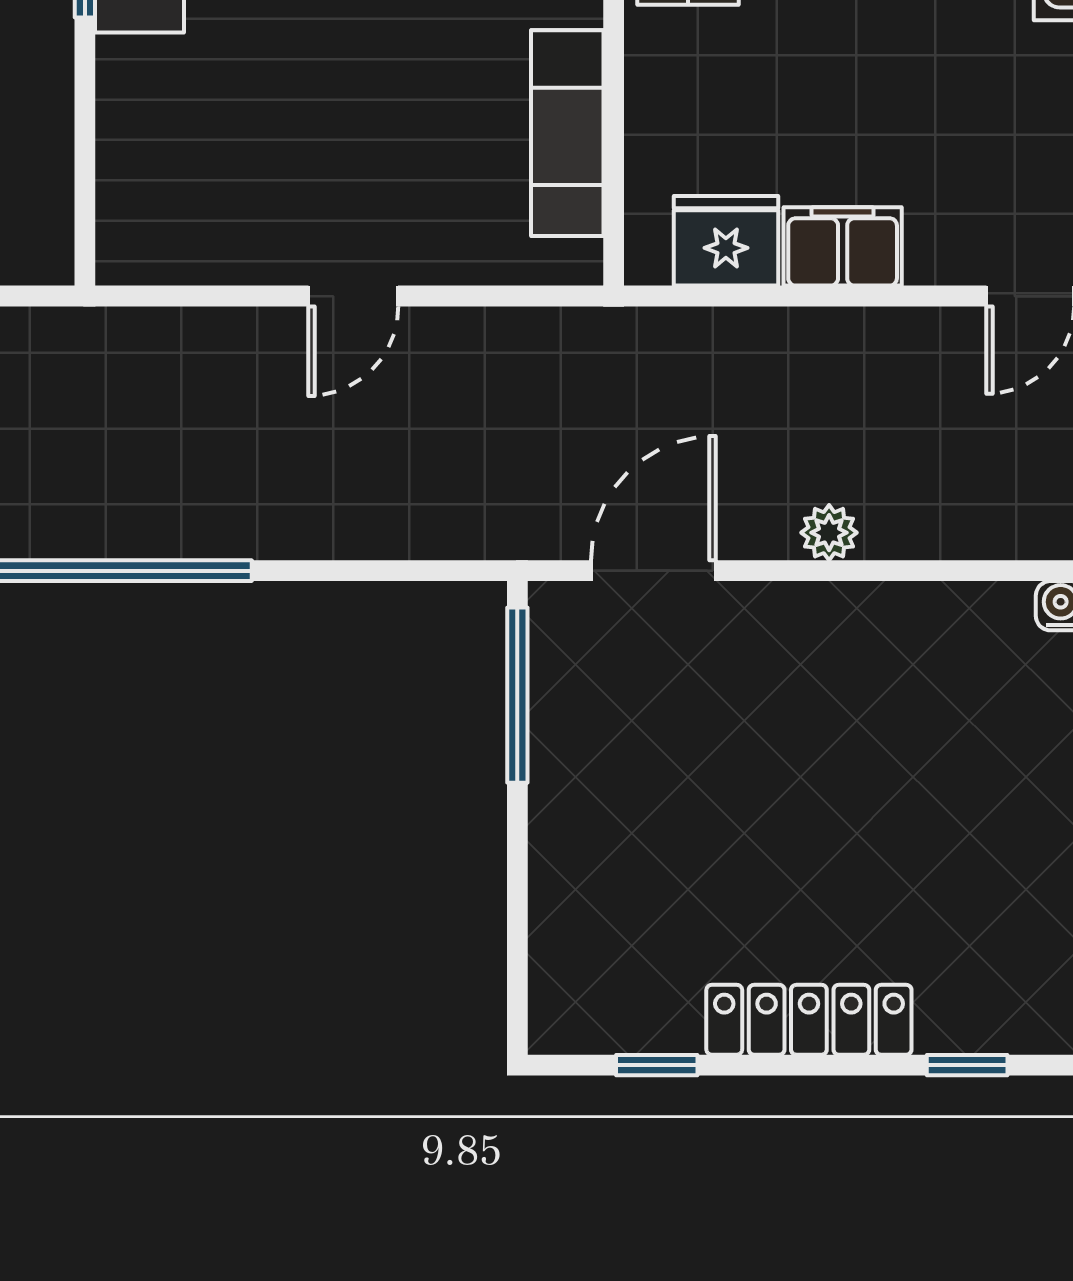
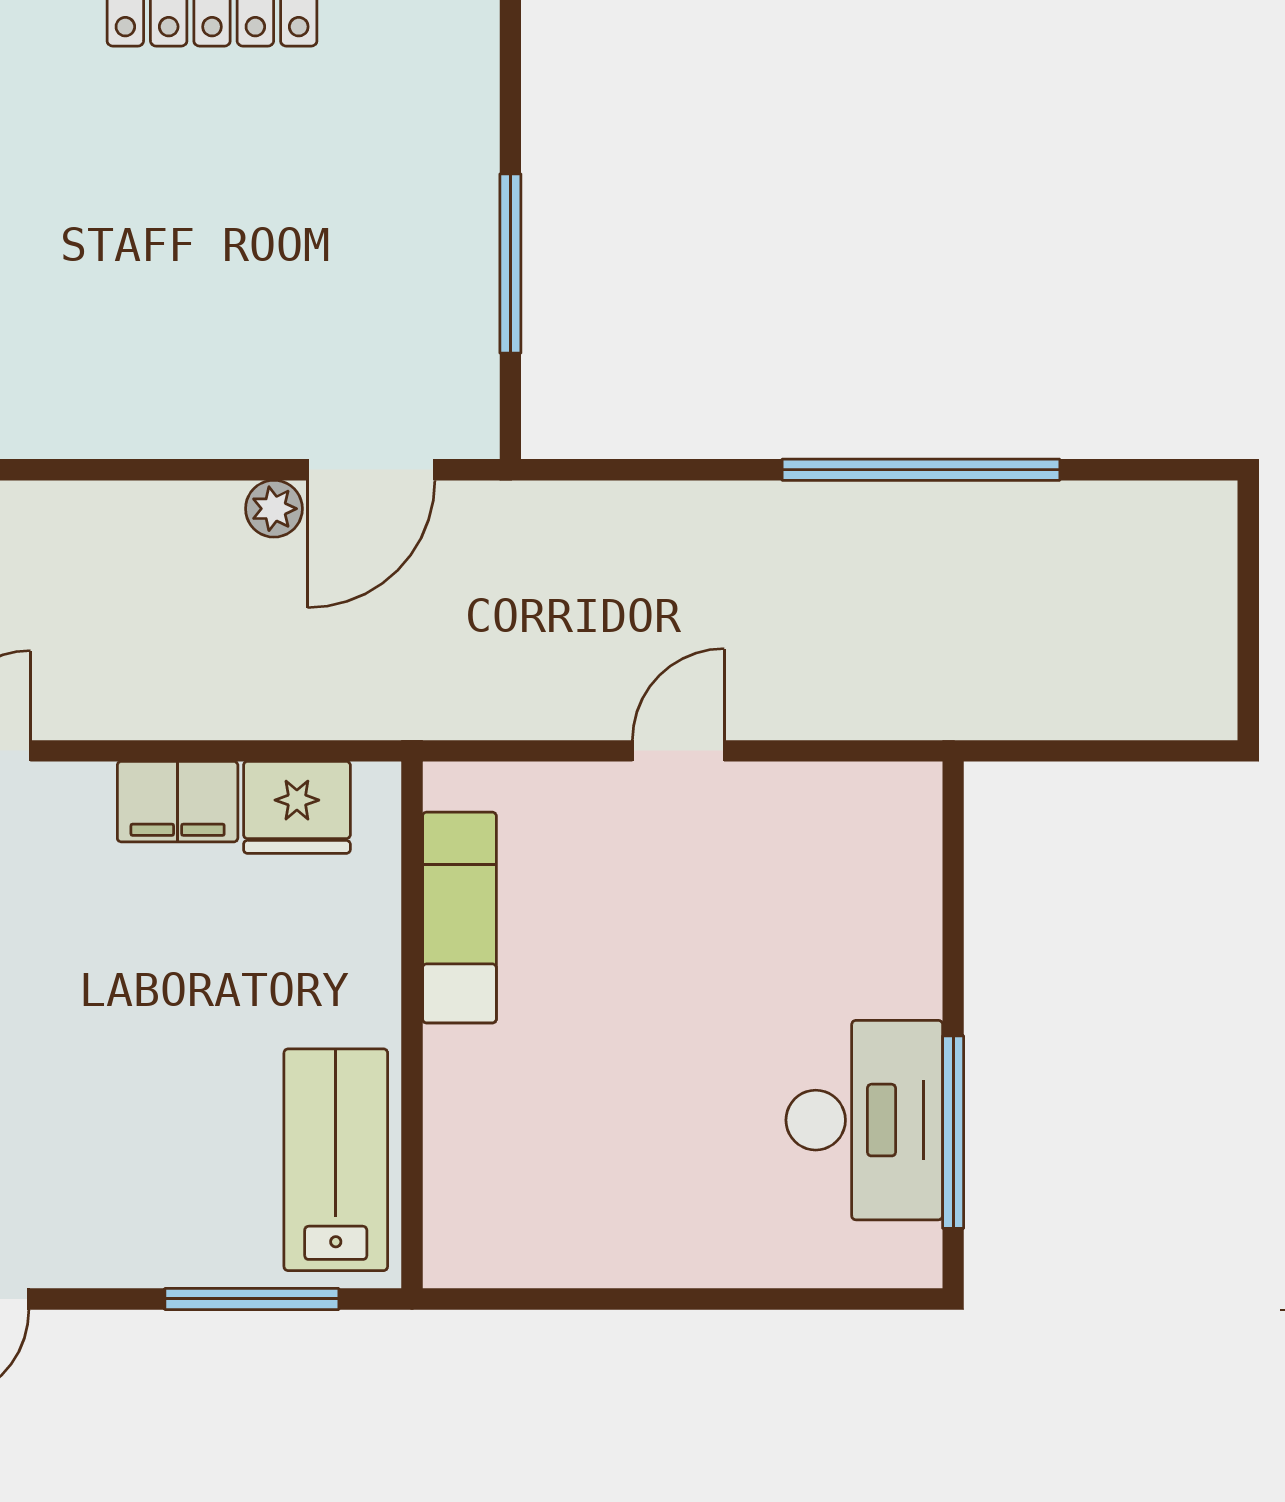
plant: (829, 533) -> (274, 509), moved
window: (517, 695) -> (510, 263), moved

